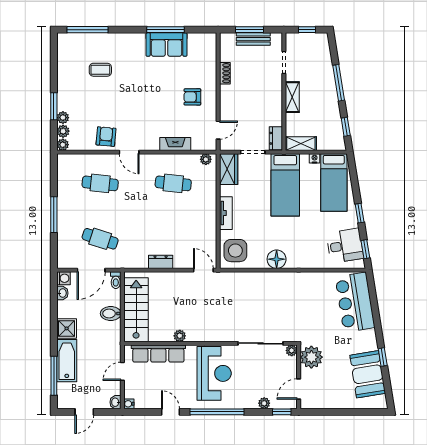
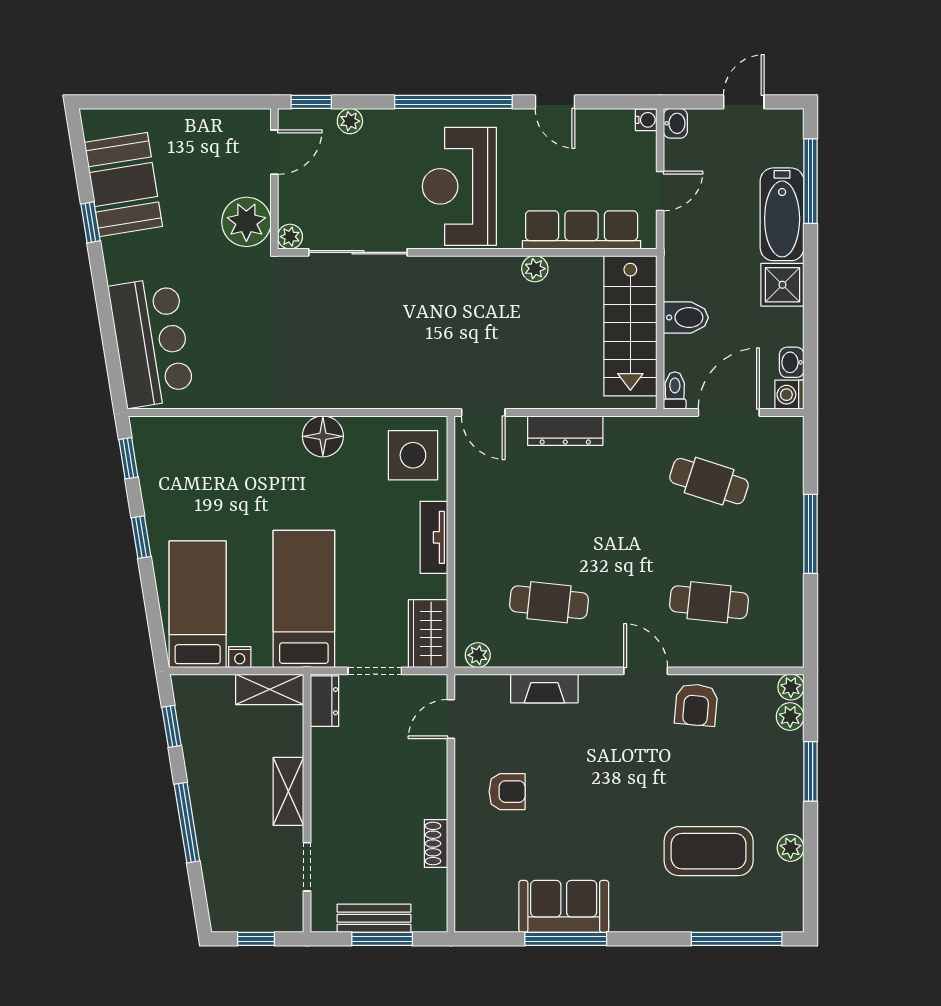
coffee table: (100, 70) -> (709, 851), width x1.86, depth x1.72
plant: (63, 118) -> (791, 848), moved
desk: (345, 246) -> (173, 466), removed
dresser: (161, 262) -> (565, 431), width x1.44

